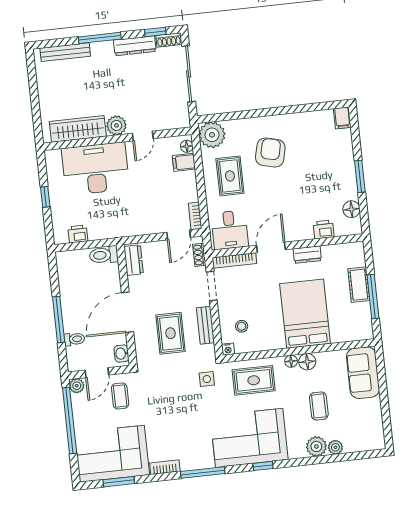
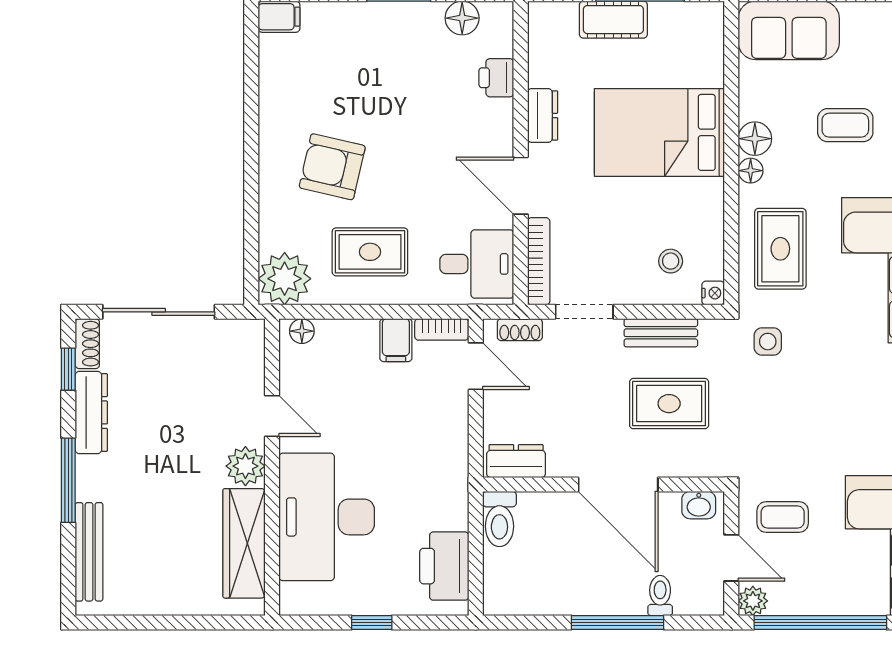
filing cabinet: (184, 162) -> (396, 340), moved
printer: (78, 234) -> (444, 566), width x1.87, depth x1.48

